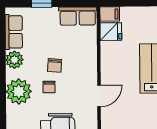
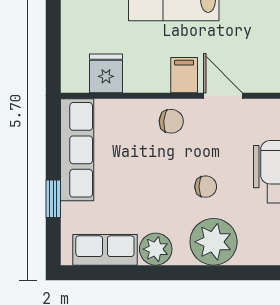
filing cabinet: (110, 14) -> (184, 75), moved
row of seats: (78, 16) -> (77, 150), width x1.48
chair: (55, 65) -> (171, 121), moved

